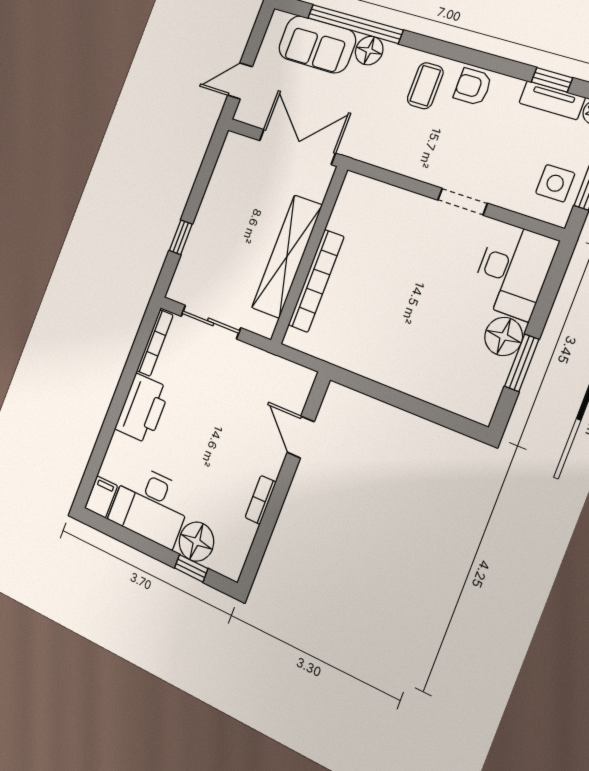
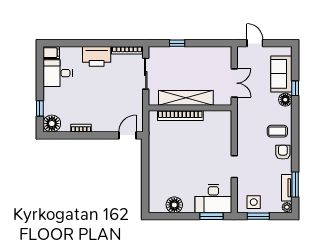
window: (355, 24) -> (295, 88), width x0.32
window: (552, 80) -> (295, 184), width x1.50
double door: (297, 147) -> (234, 83), width x0.73
floor lamp: (504, 336) -> (174, 205), moved
window: (522, 363) -> (211, 216), moved
door: (301, 437) -> (127, 135), moved
desk: (150, 505) -> (58, 73), width x0.73
floor lamp: (196, 542) -> (52, 124), moved

